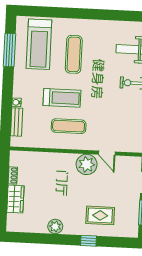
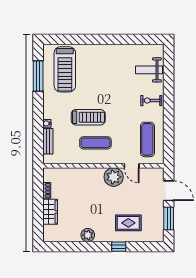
exercise mat: (74, 54) -> (147, 139), moved

